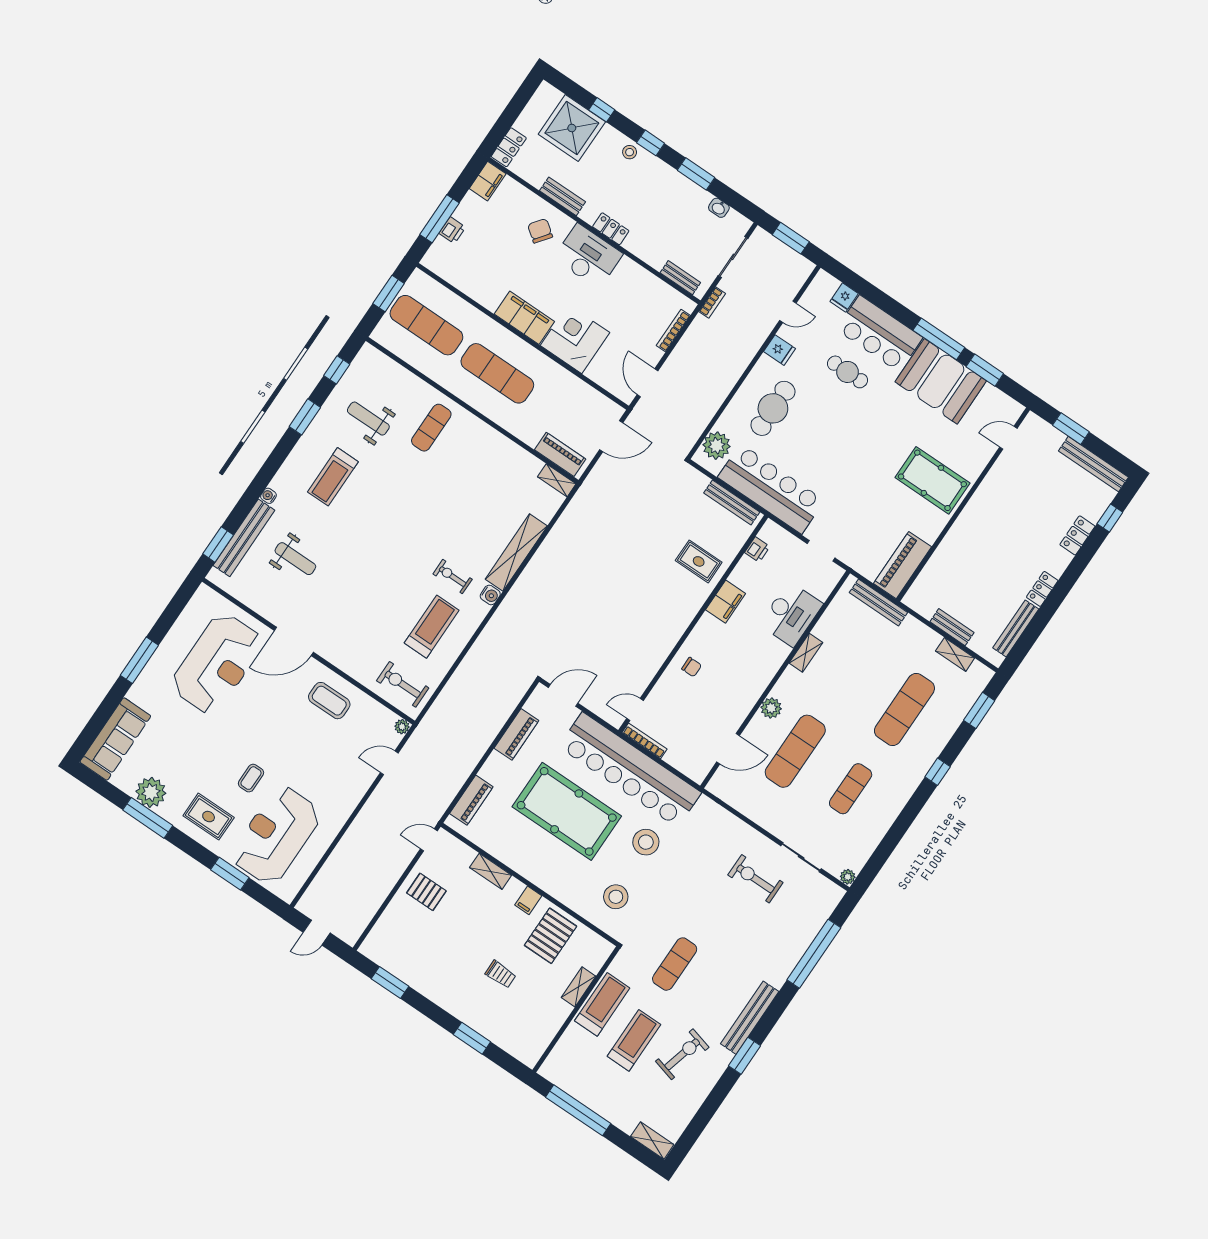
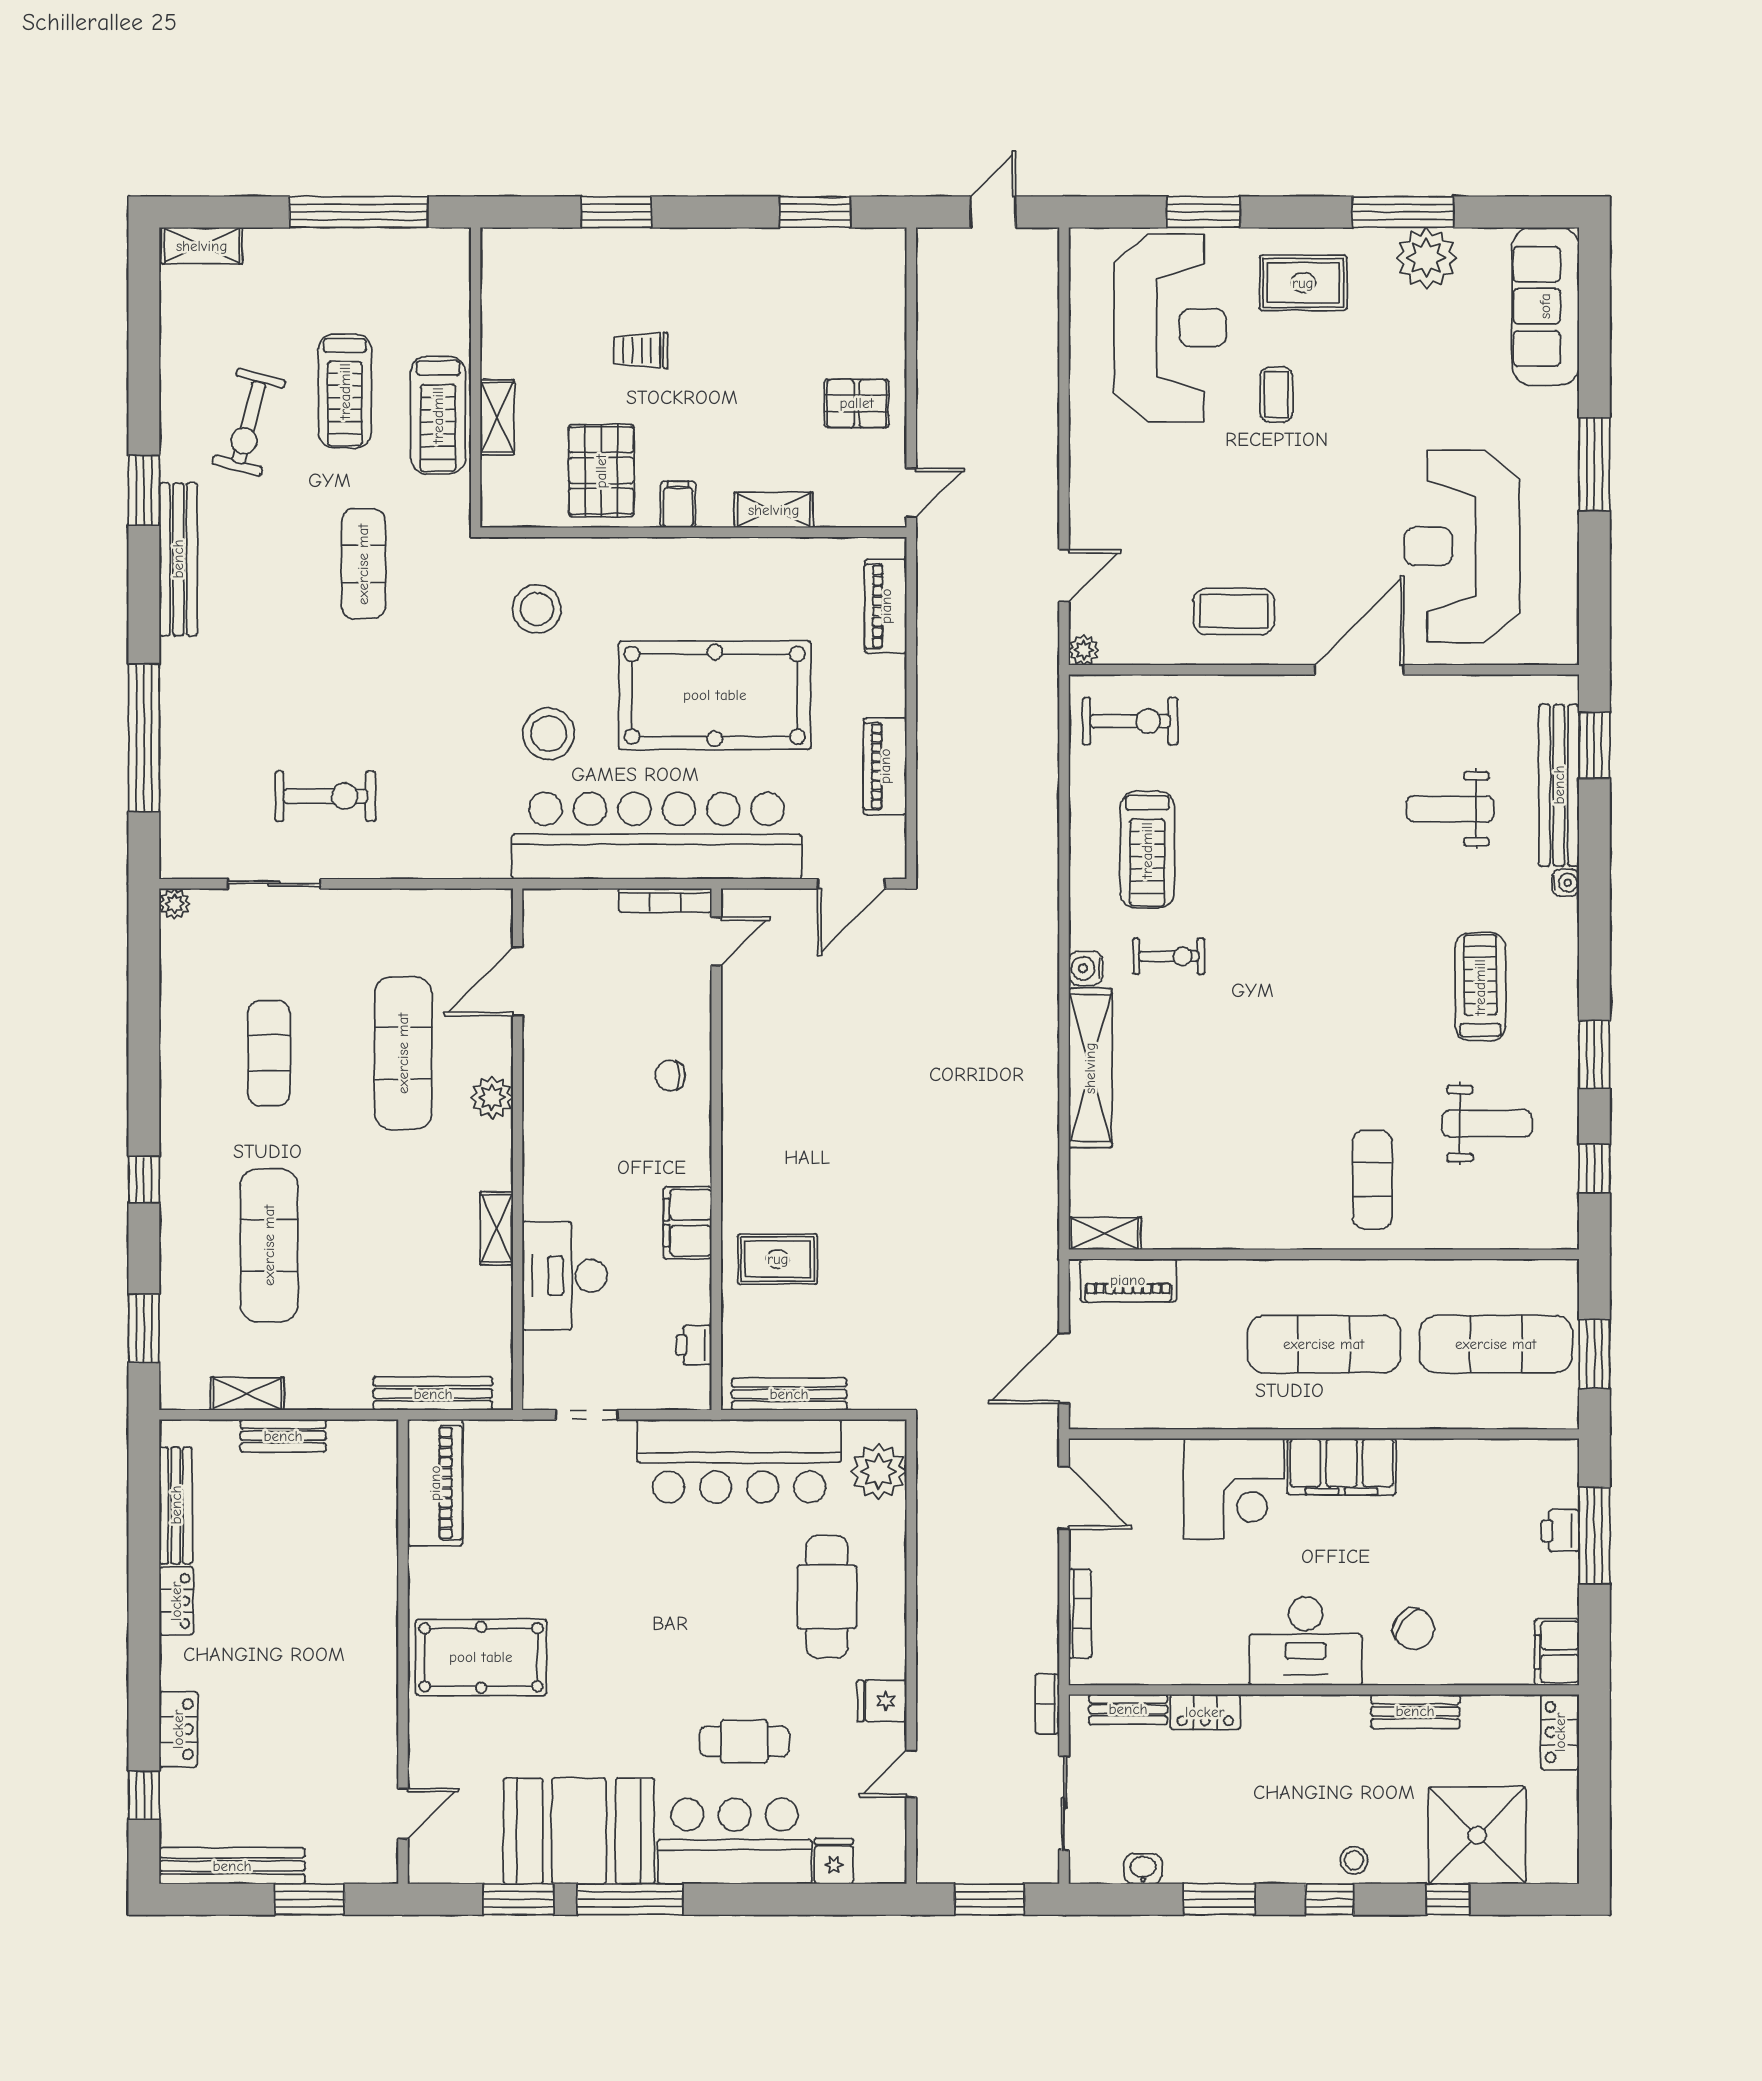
locker: (611, 229) -> (1205, 1712), moved

